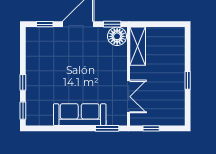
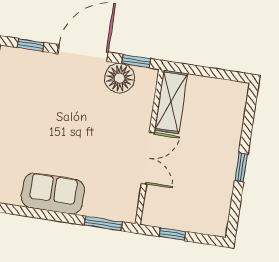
floor lamp: (117, 36) -> (119, 78), moved
double door: (129, 97) -> (148, 158), moved
sofa: (80, 115) -> (53, 194), width x0.73

